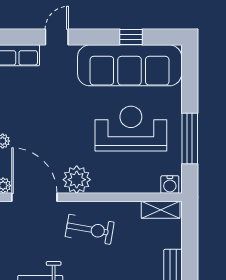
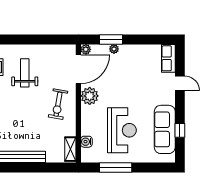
sofa: (130, 65) -> (165, 129), width x0.74, depth x0.79
water cooler: (170, 185) -> (86, 142), moved

